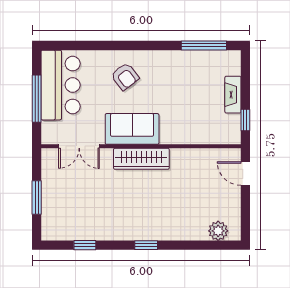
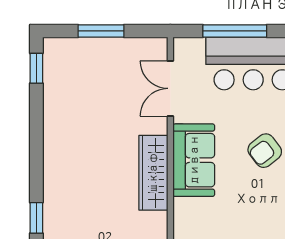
window: (85, 245) -> (36, 68), moved
window: (146, 245) -> (36, 218), moved

